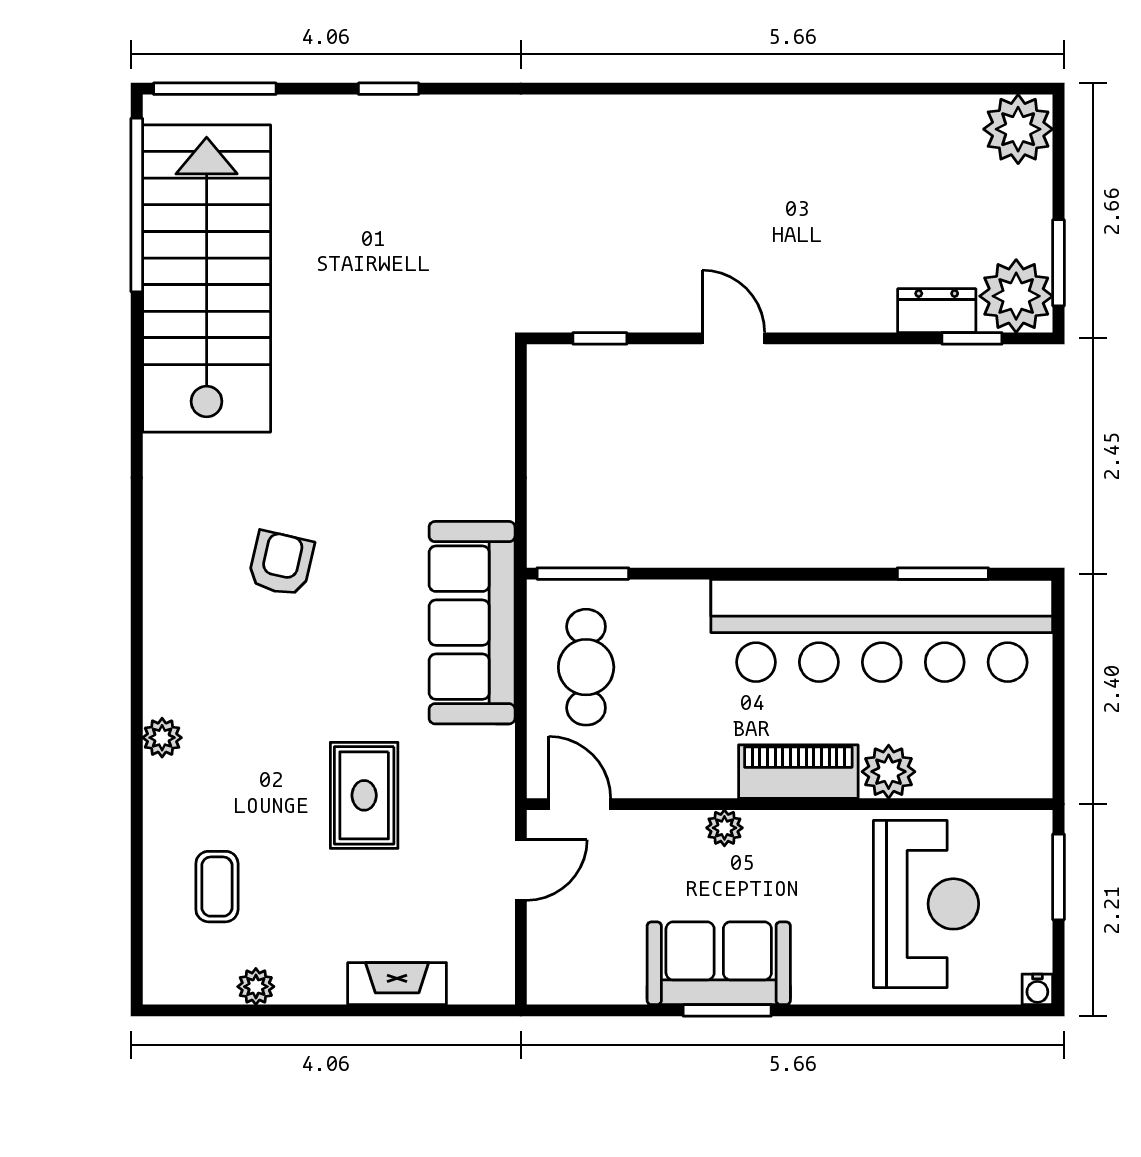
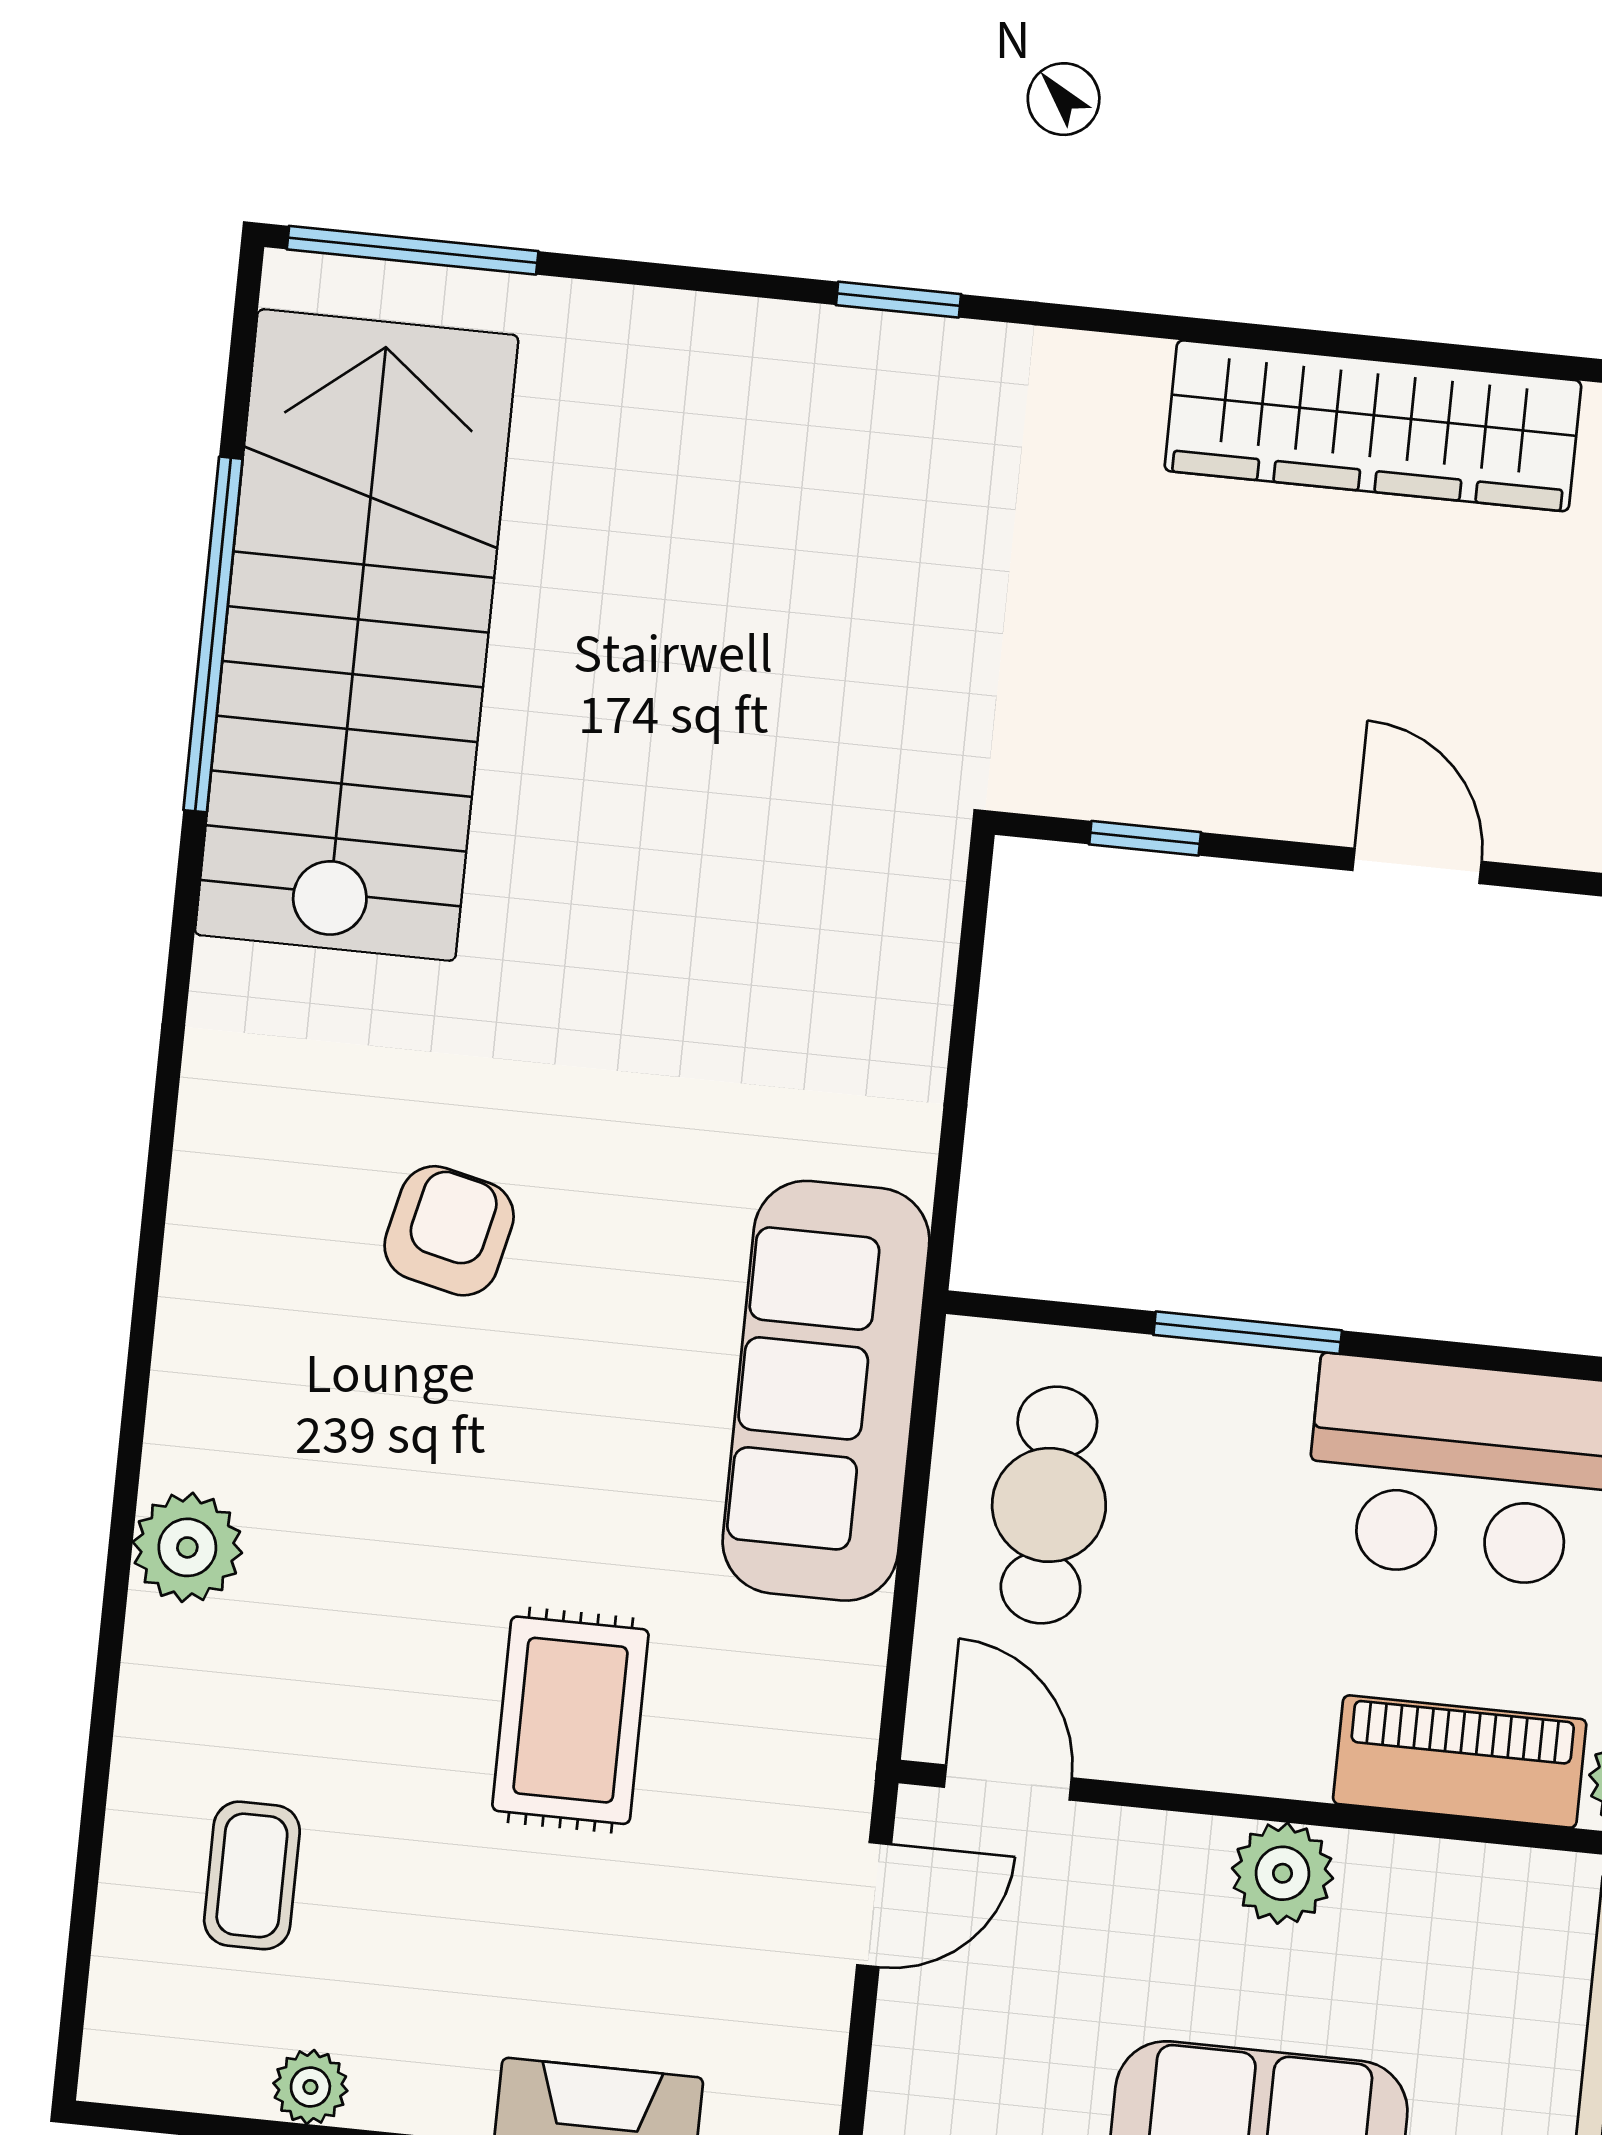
window: (389, 89) -> (899, 300), moved
wardrobe: (690, 127) -> (1373, 426), added
window: (137, 205) -> (213, 634), moved
window: (583, 574) -> (1248, 1333), moved
plant: (162, 738) -> (187, 1547), width x1.38, depth x1.38
plant: (724, 828) -> (1282, 1873), width x1.38, depth x1.38

